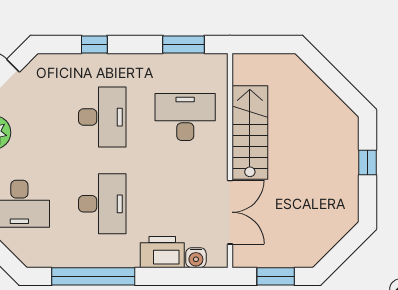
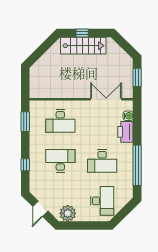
desk: (185, 117) -> (60, 121), turned -90
stairs: (250, 132) -> (83, 46), moved, turned 180
desk: (102, 204) -> (102, 161), turned 180

